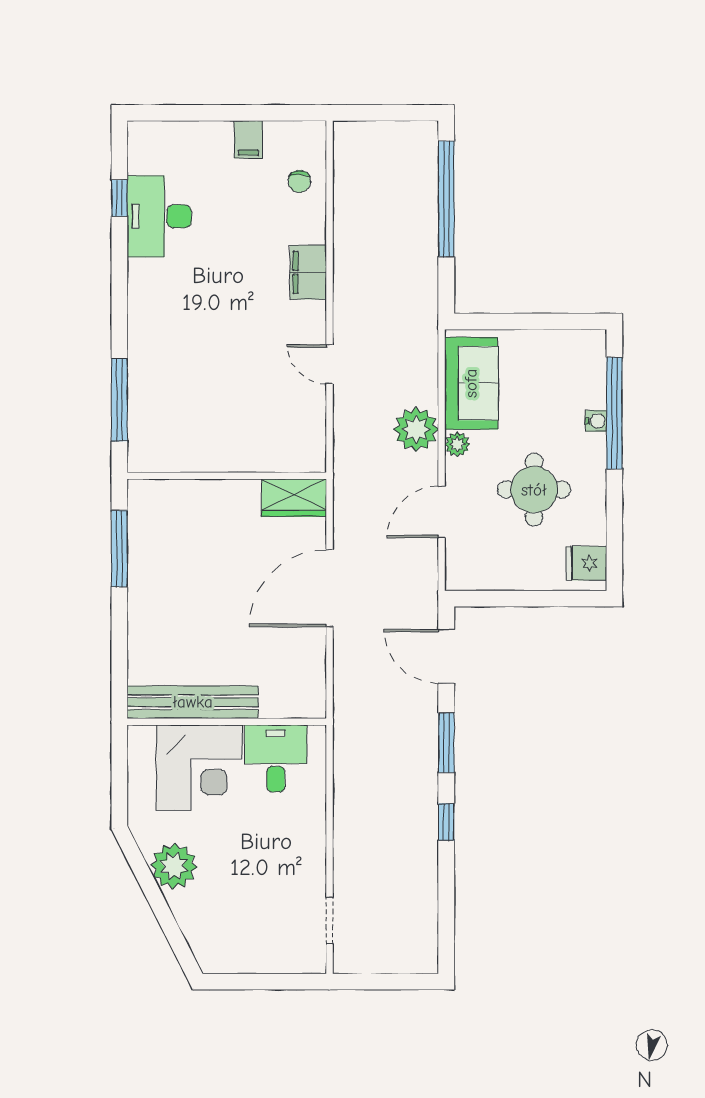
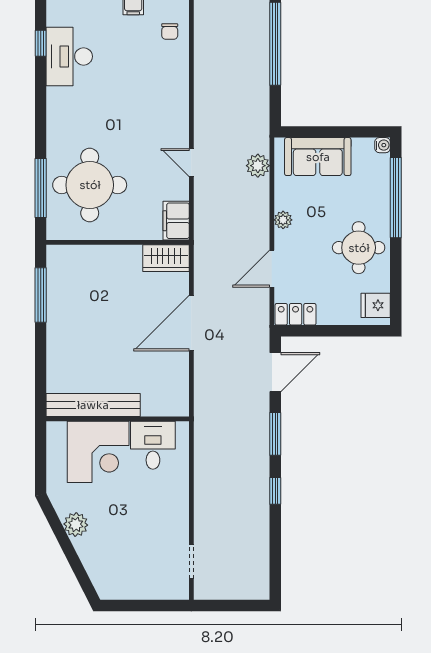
filing cabinet: (308, 272) -> (176, 221), moved
sofa: (471, 383) -> (318, 157), moved, turned 90
round table: (188, 396) -> (90, 185), added
water cooler: (596, 421) -> (383, 145), moved
plant: (416, 429) -> (258, 166), moved, width x0.73, depth x0.73
round table: (534, 490) -> (359, 248), moved
locker: (475, 576) -> (296, 314), added
door: (446, 656) -> (275, 372), swing flipped
plant: (174, 866) -> (76, 525), width x0.73, depth x0.73

